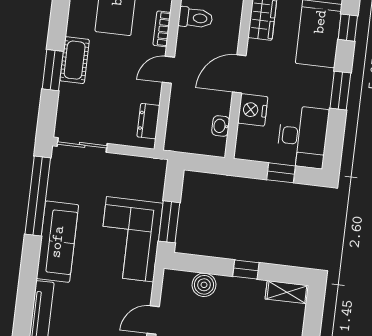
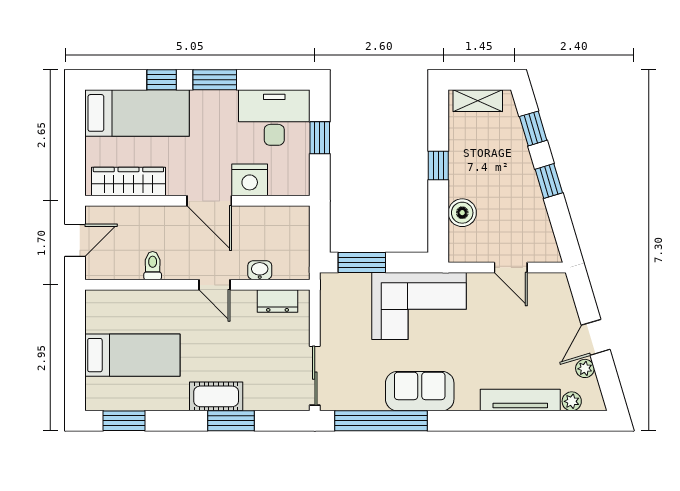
toilet: (195, 18) -> (153, 266), width x0.73, depth x0.72
window: (348, 28) -> (162, 80), moved
bookcase: (162, 29) -> (167, 298), removed
washbasin: (221, 126) -> (260, 270), moved, turned 180
window: (169, 222) -> (362, 263), moved
sofa: (57, 242) -> (420, 391), width x0.73
shelving: (287, 292) -> (478, 101), moved, turned 90

